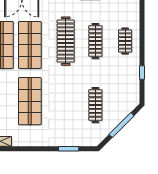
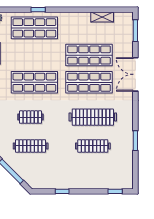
window: (142, 18) -> (115, 191), added
clothes rail: (125, 41) -> (31, 117), moved

